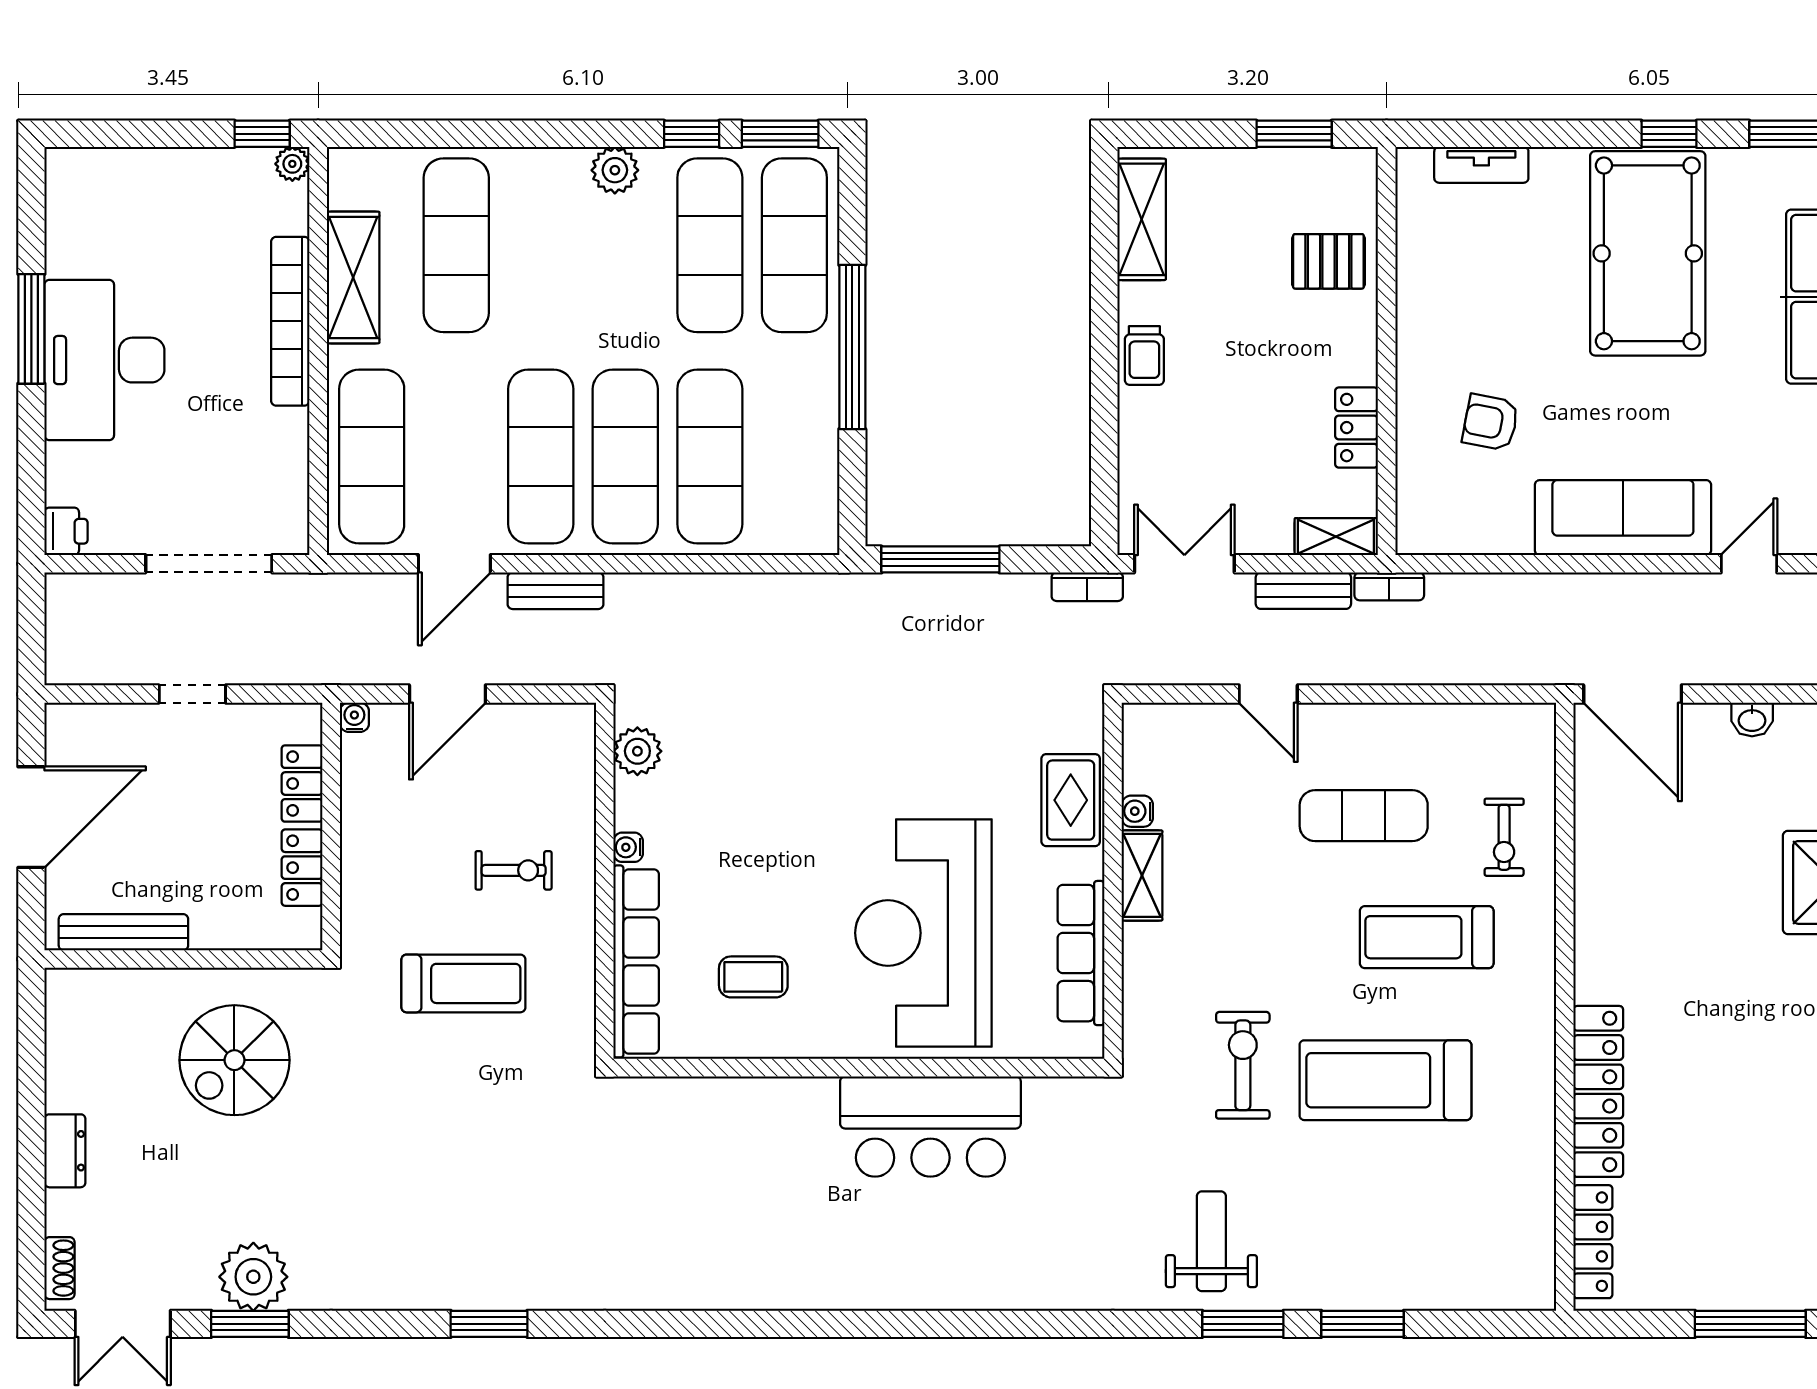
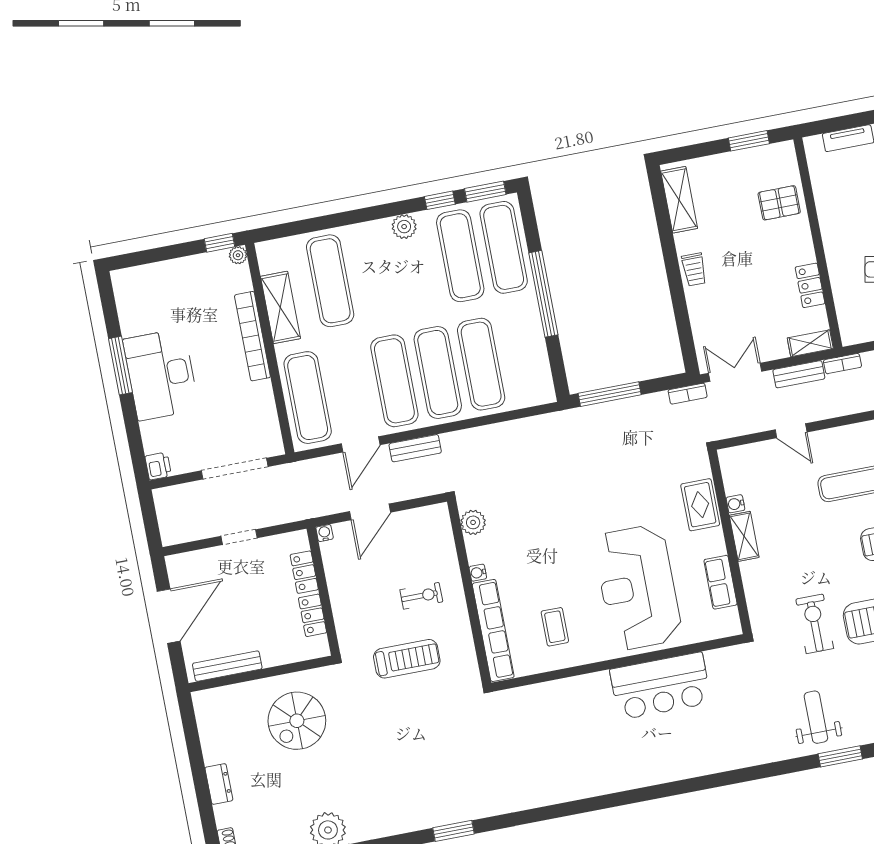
row of seats: (1081, 953) -> (721, 582), width x0.68
coffee table: (753, 977) -> (555, 627), turned 90

